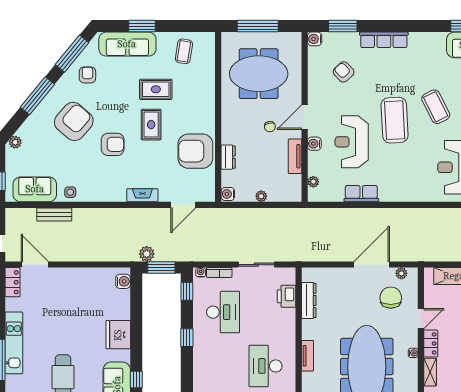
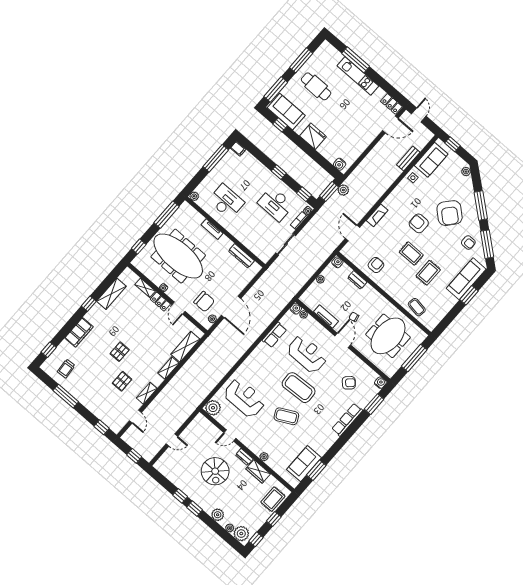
coffee table: (184, 51) -> (417, 307), moved
armchair: (113, 144) -> (419, 223), turned 90
water cooler: (314, 144) -> (296, 309), moved
armchair: (195, 151) -> (376, 265), width x0.53, depth x0.53
printer: (287, 296) -> (254, 246), removed

